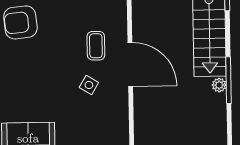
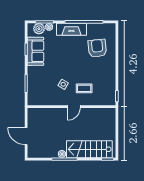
door: (130, 64) -> (74, 107), width x0.53

